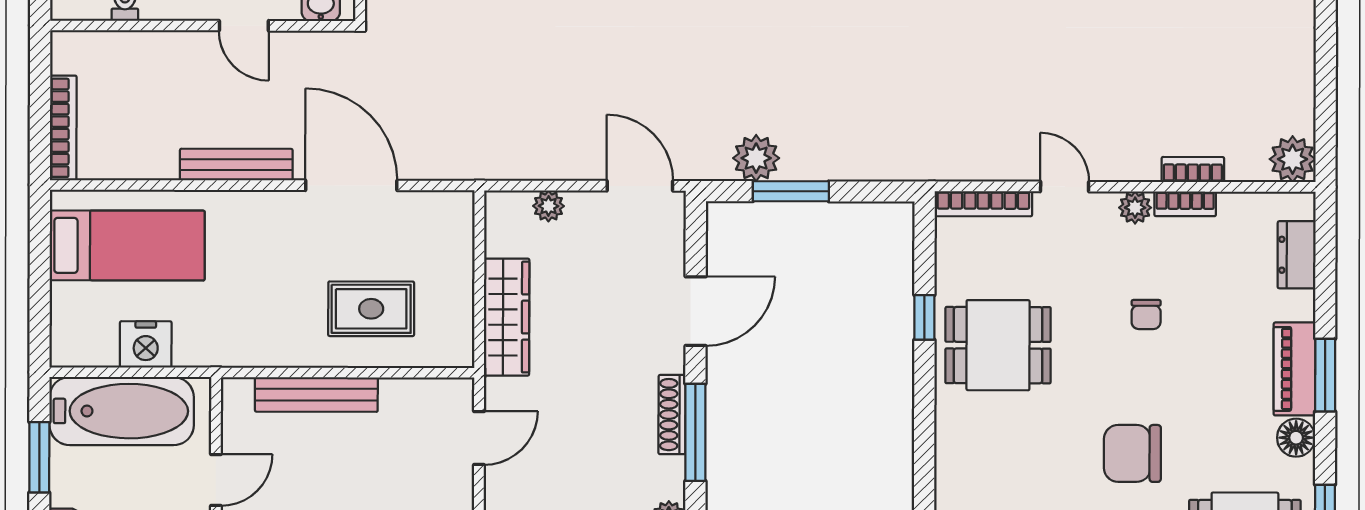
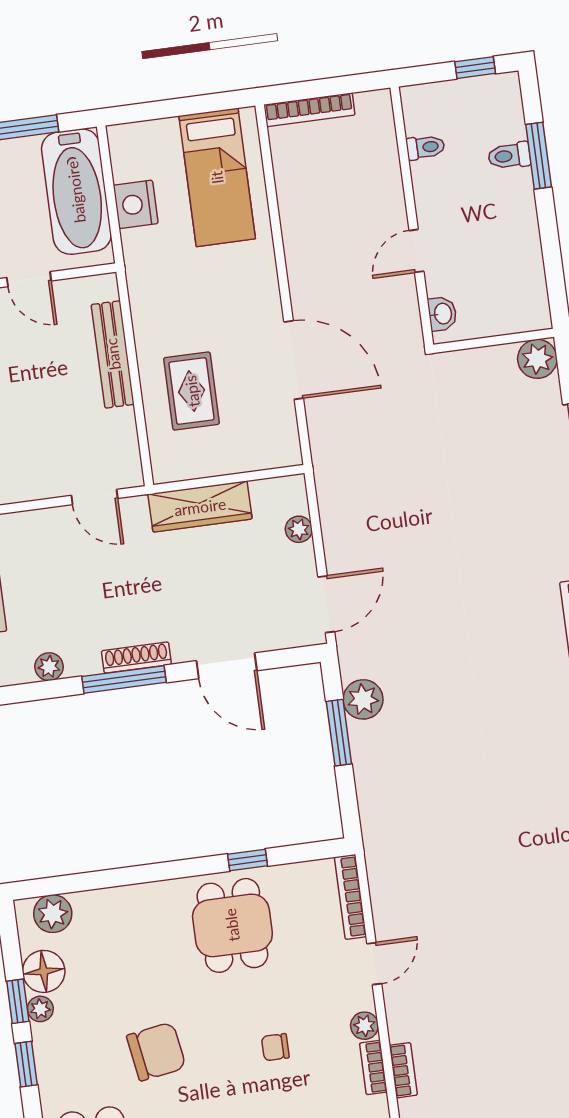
bench: (236, 165) -> (298, 260), removed
door: (351, 185) -> (294, 360), hinge flipped
chair: (1132, 453) -> (156, 1052), turned 81

